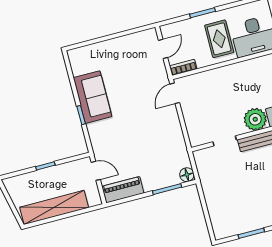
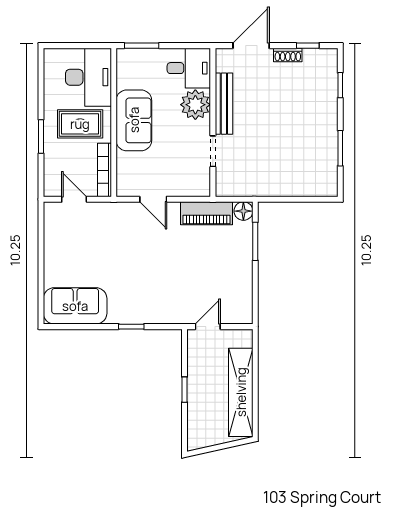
bookcase: (183, 67) -> (104, 170), width x1.56
sofa: (232, 77) -> (134, 120), added
door: (175, 93) -> (153, 199), moved
sofa: (93, 97) -> (75, 306), moved
piano: (123, 190) -> (206, 213), moved, turned -90

